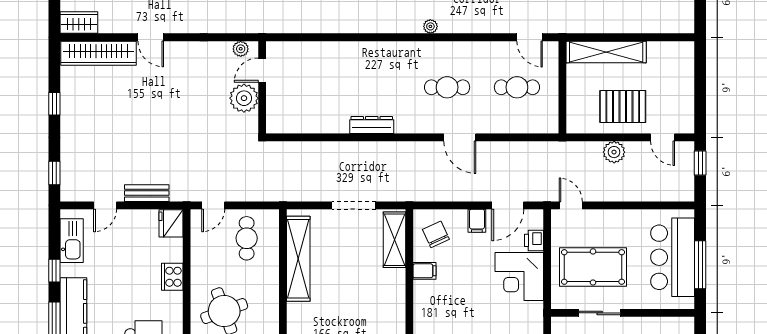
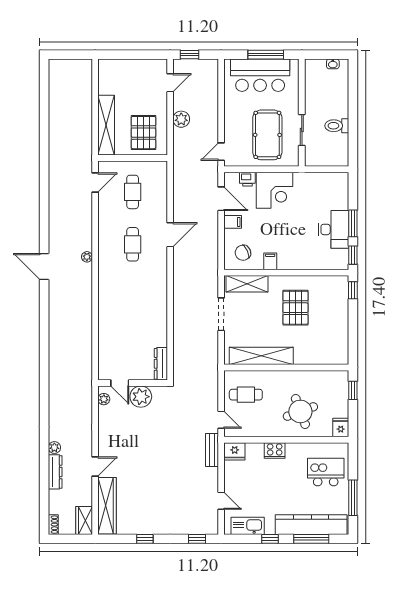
pallet: (623, 107) -> (143, 133), moved
dresser: (372, 125) -> (161, 364), moved
bench: (147, 193) -> (212, 450), moved
pallet: (363, 304) -> (295, 308), added

